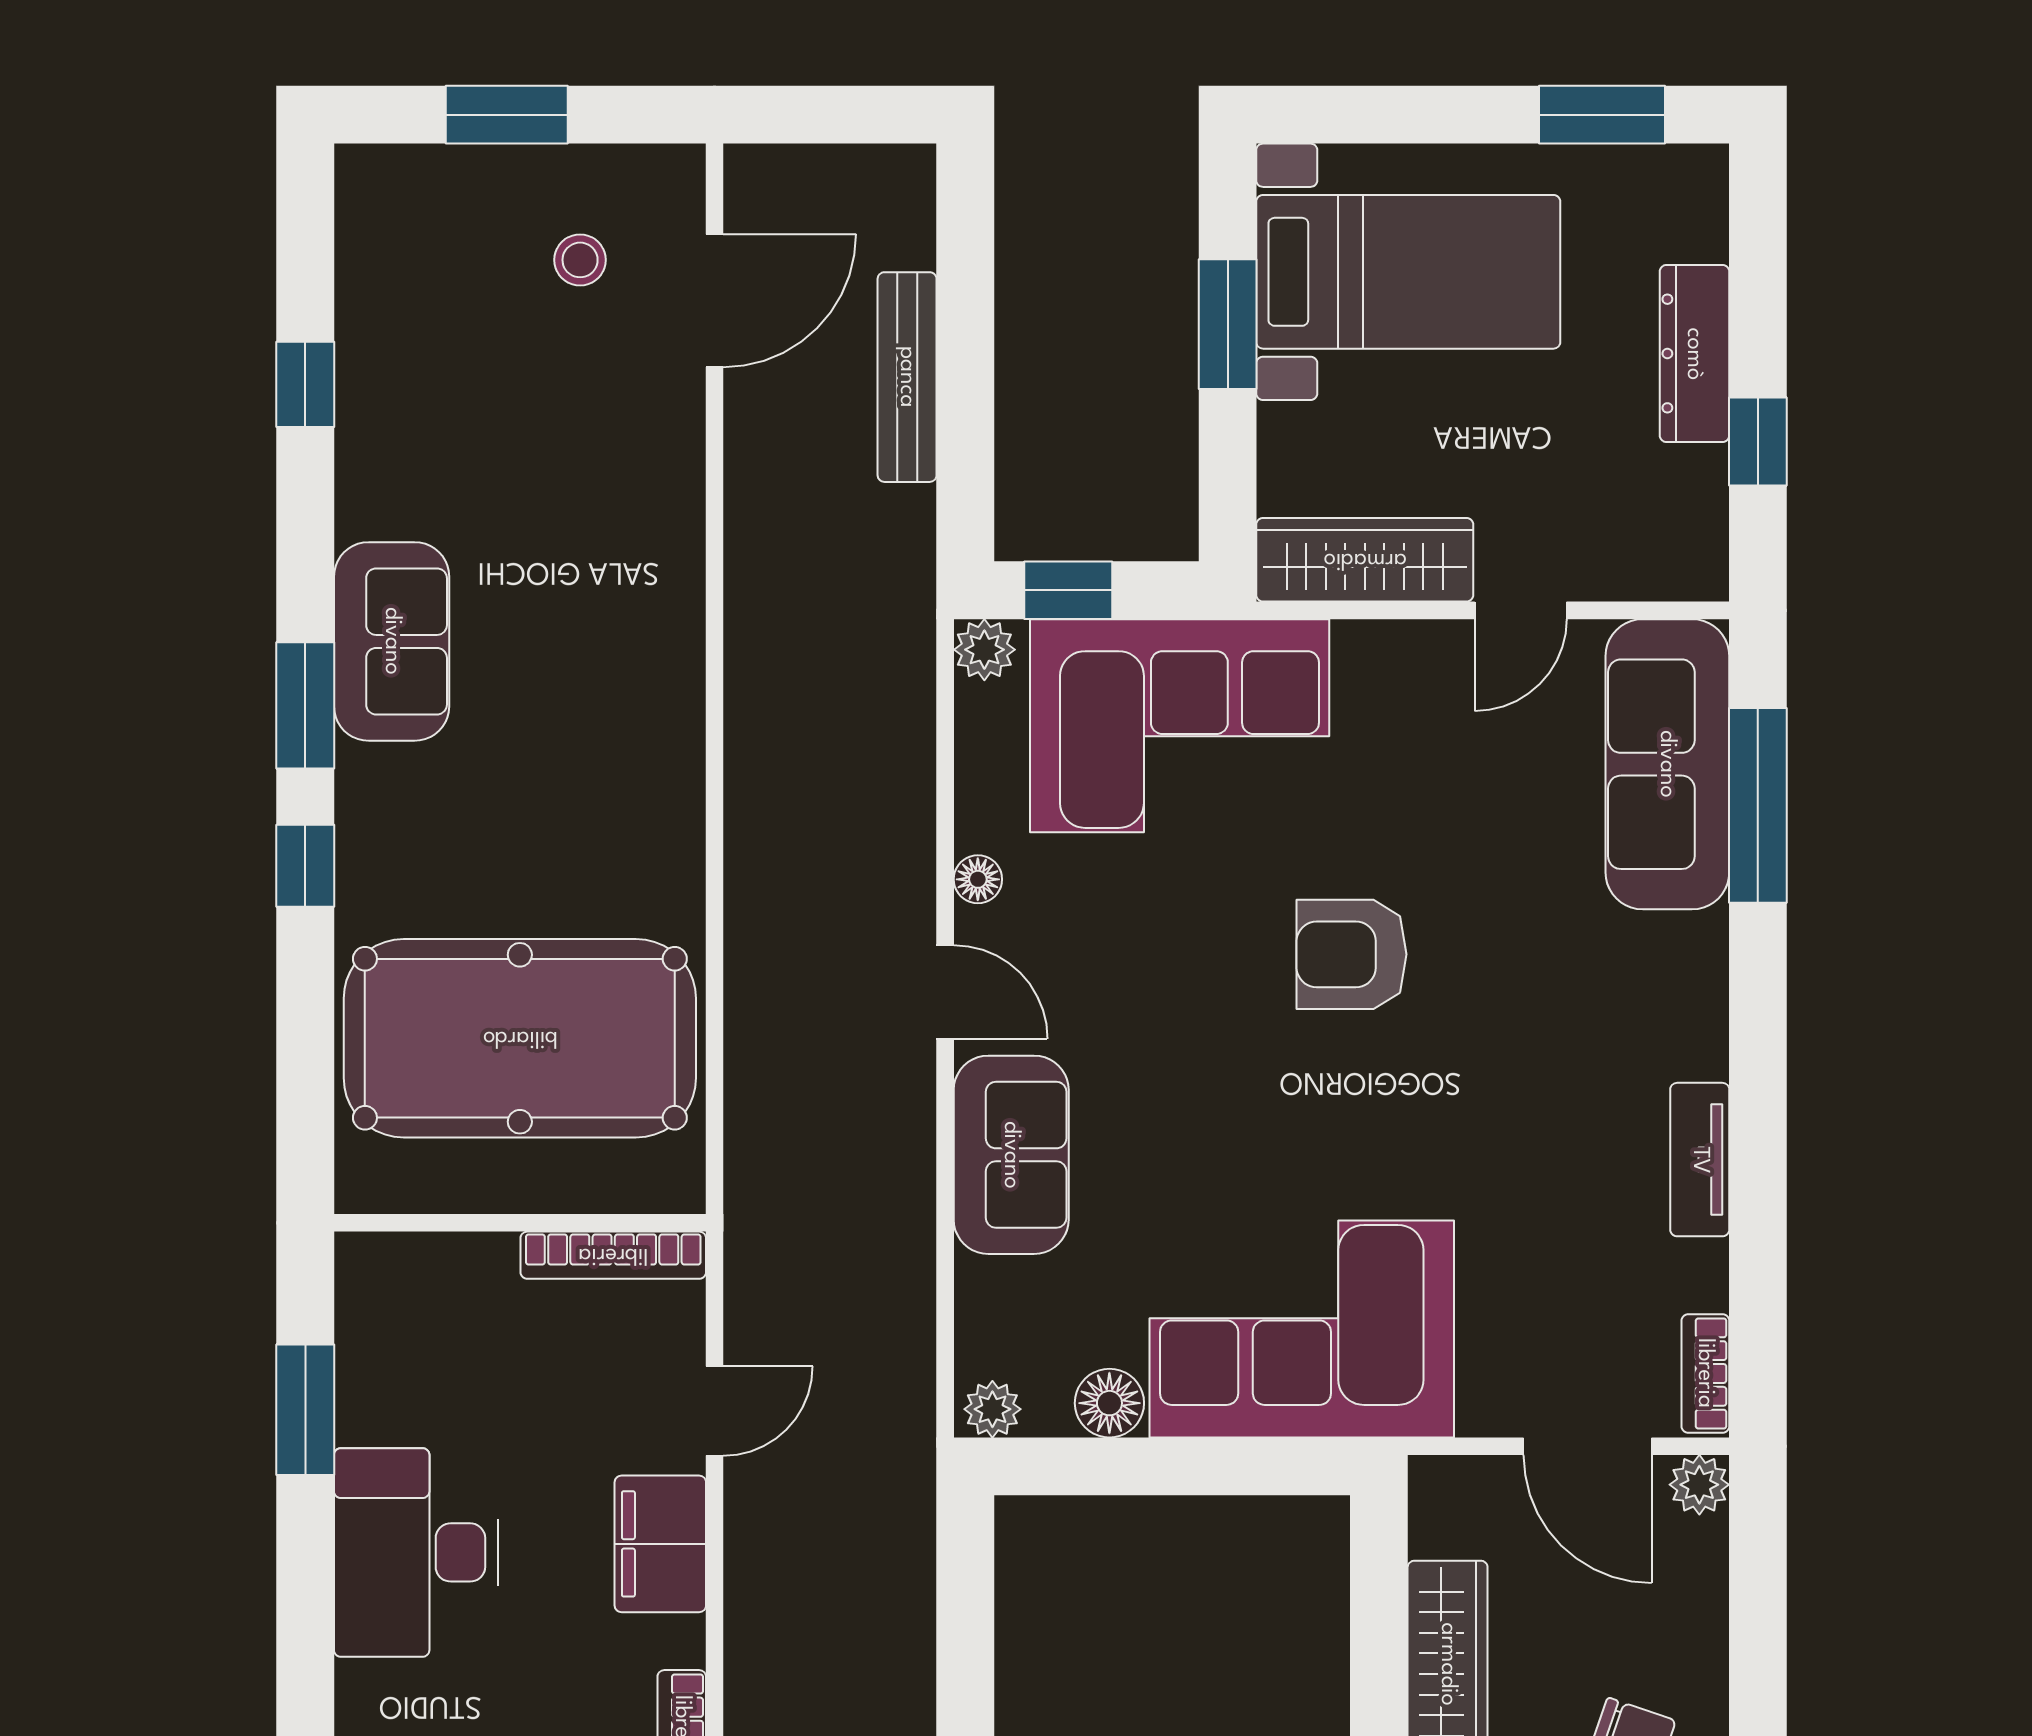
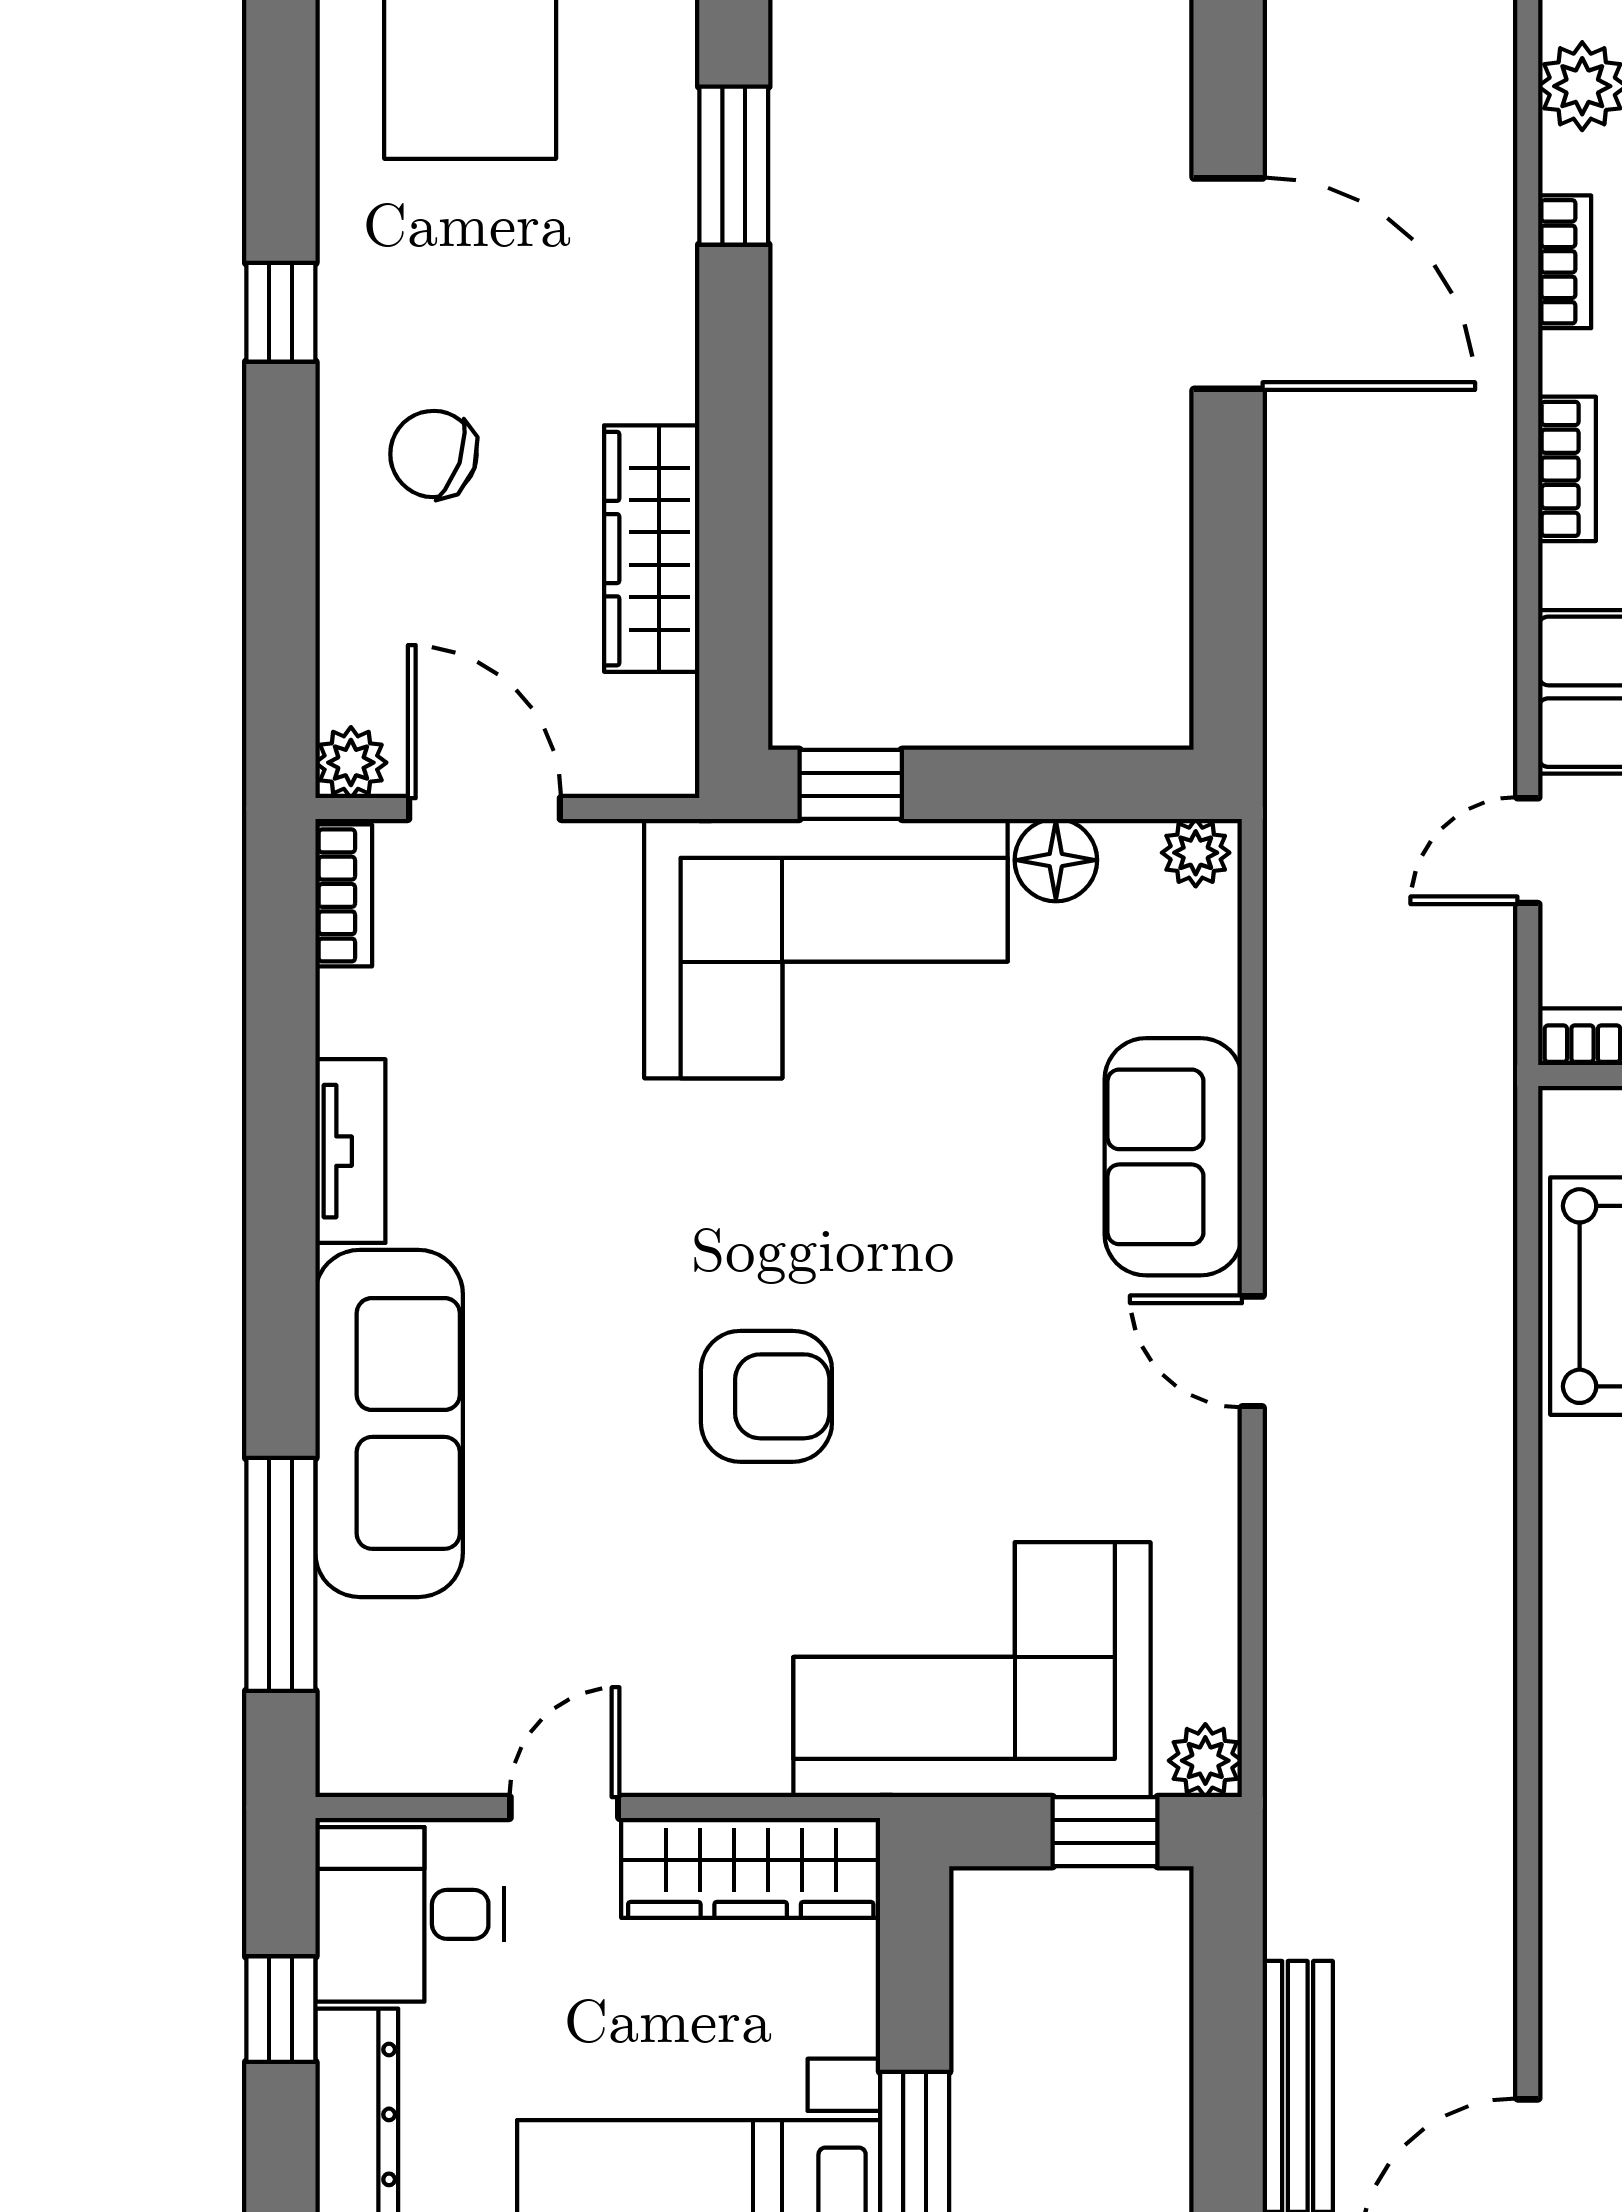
desk: (1650, 521) -> (409, 1914), added
sofa: (1667, 764) -> (389, 1423), moved
floor lamp: (978, 879) -> (1213, 1486), removed
window: (1281, 1466) -> (851, 784), added

